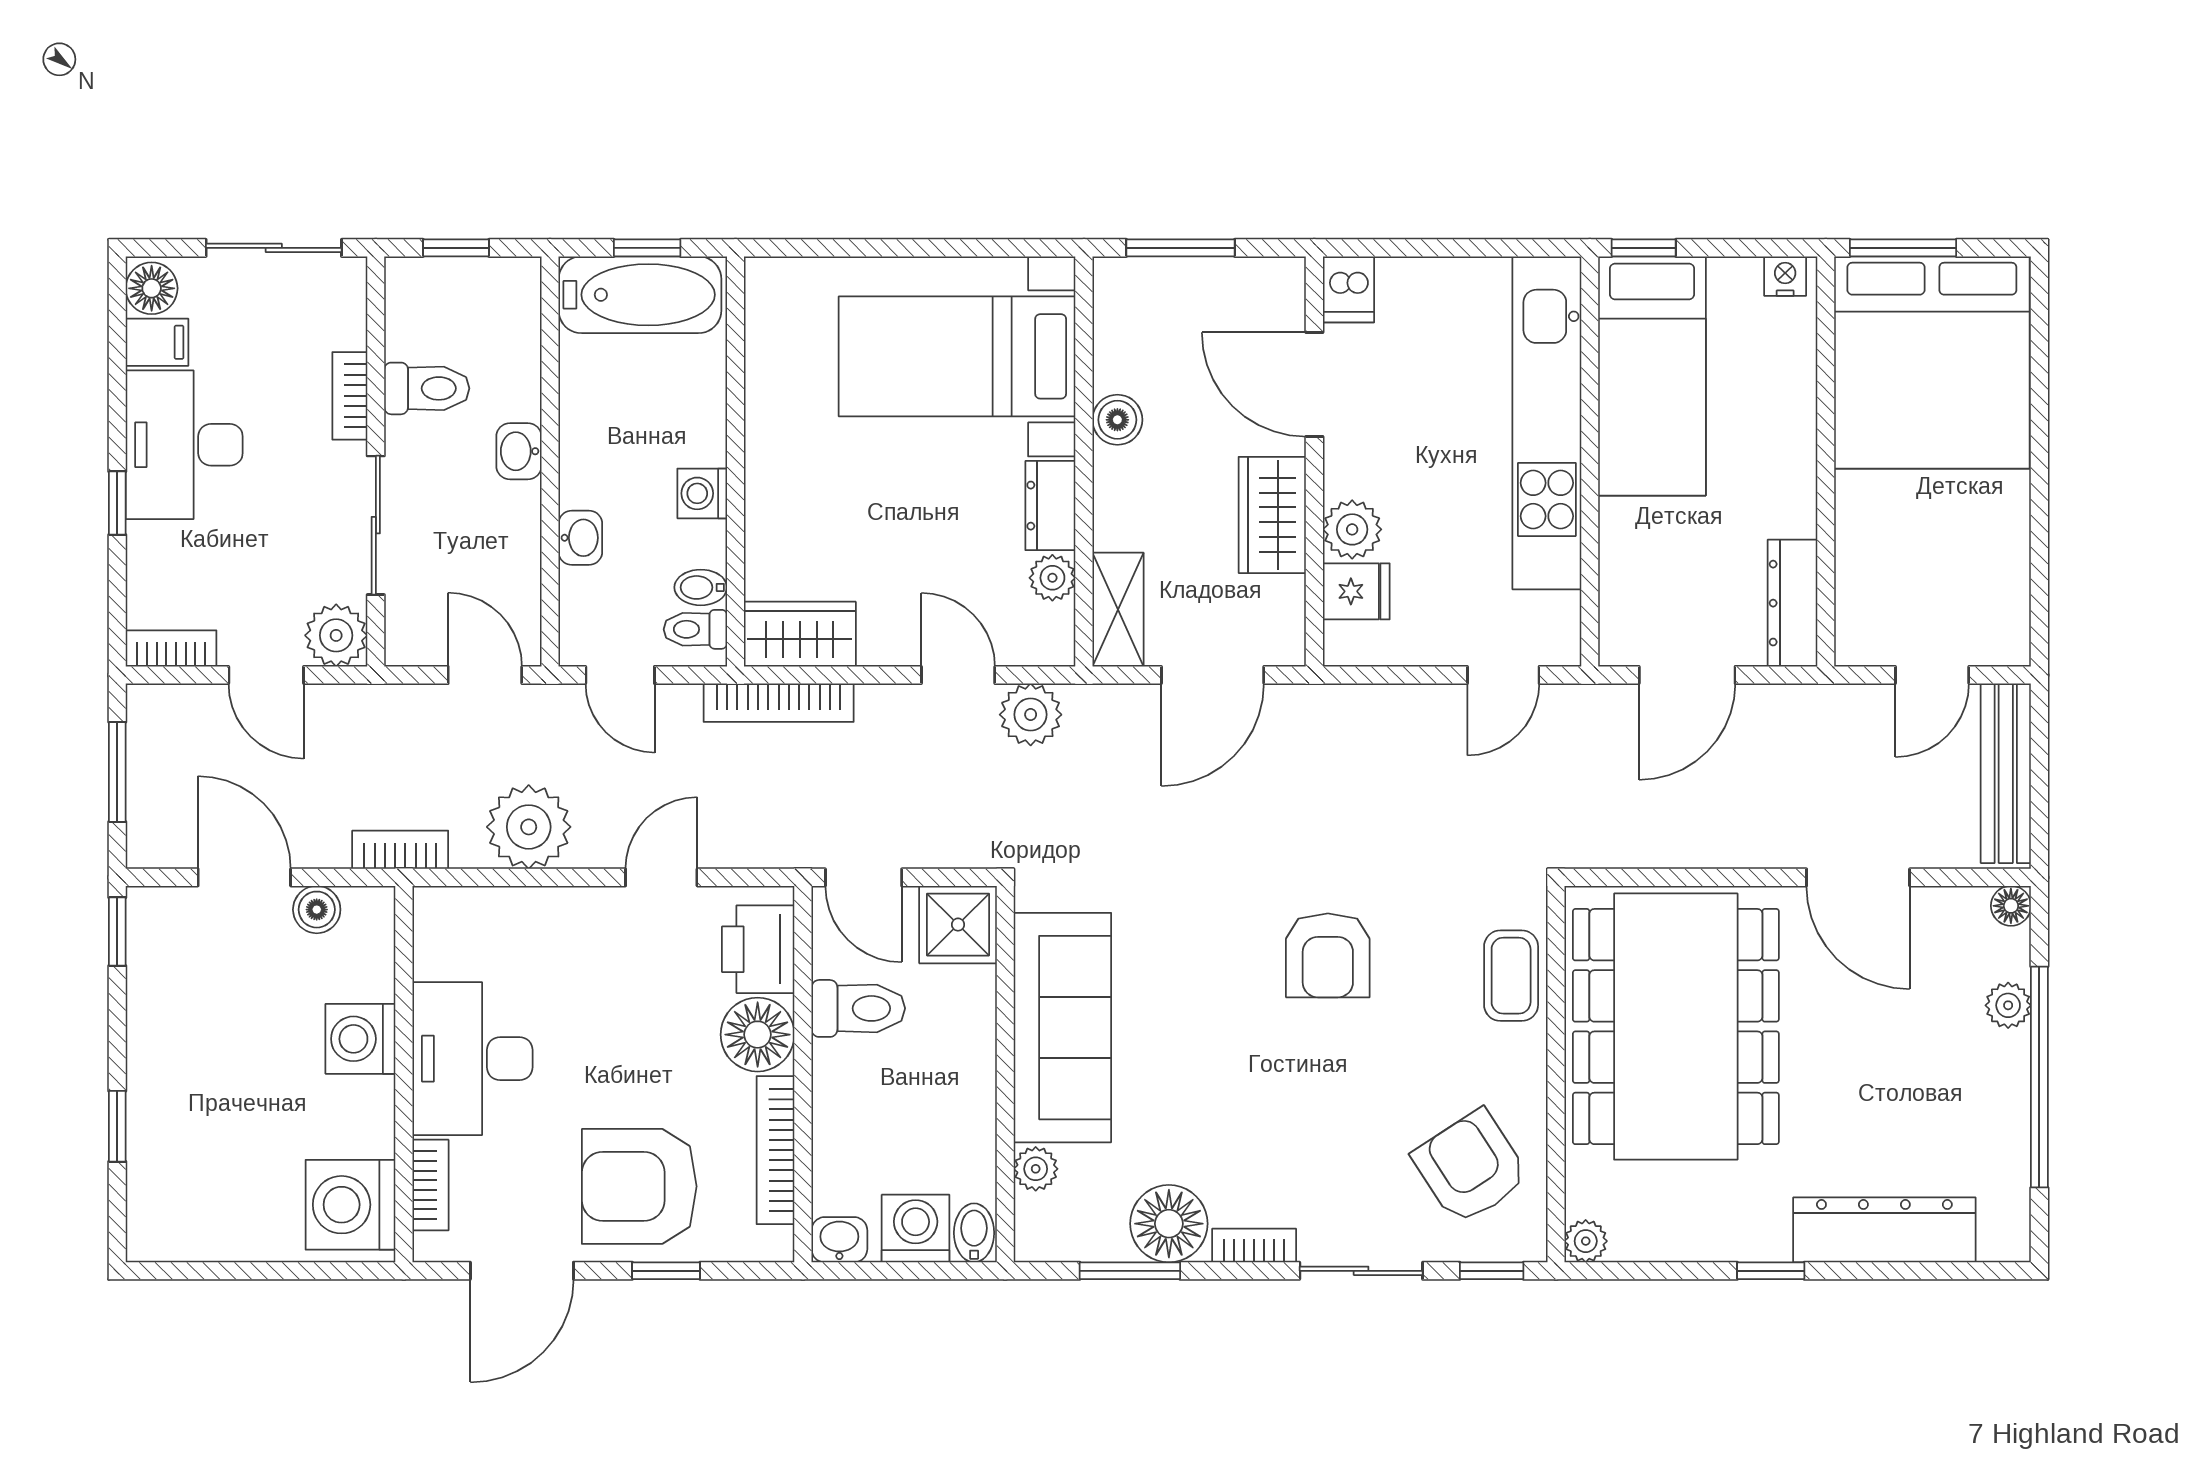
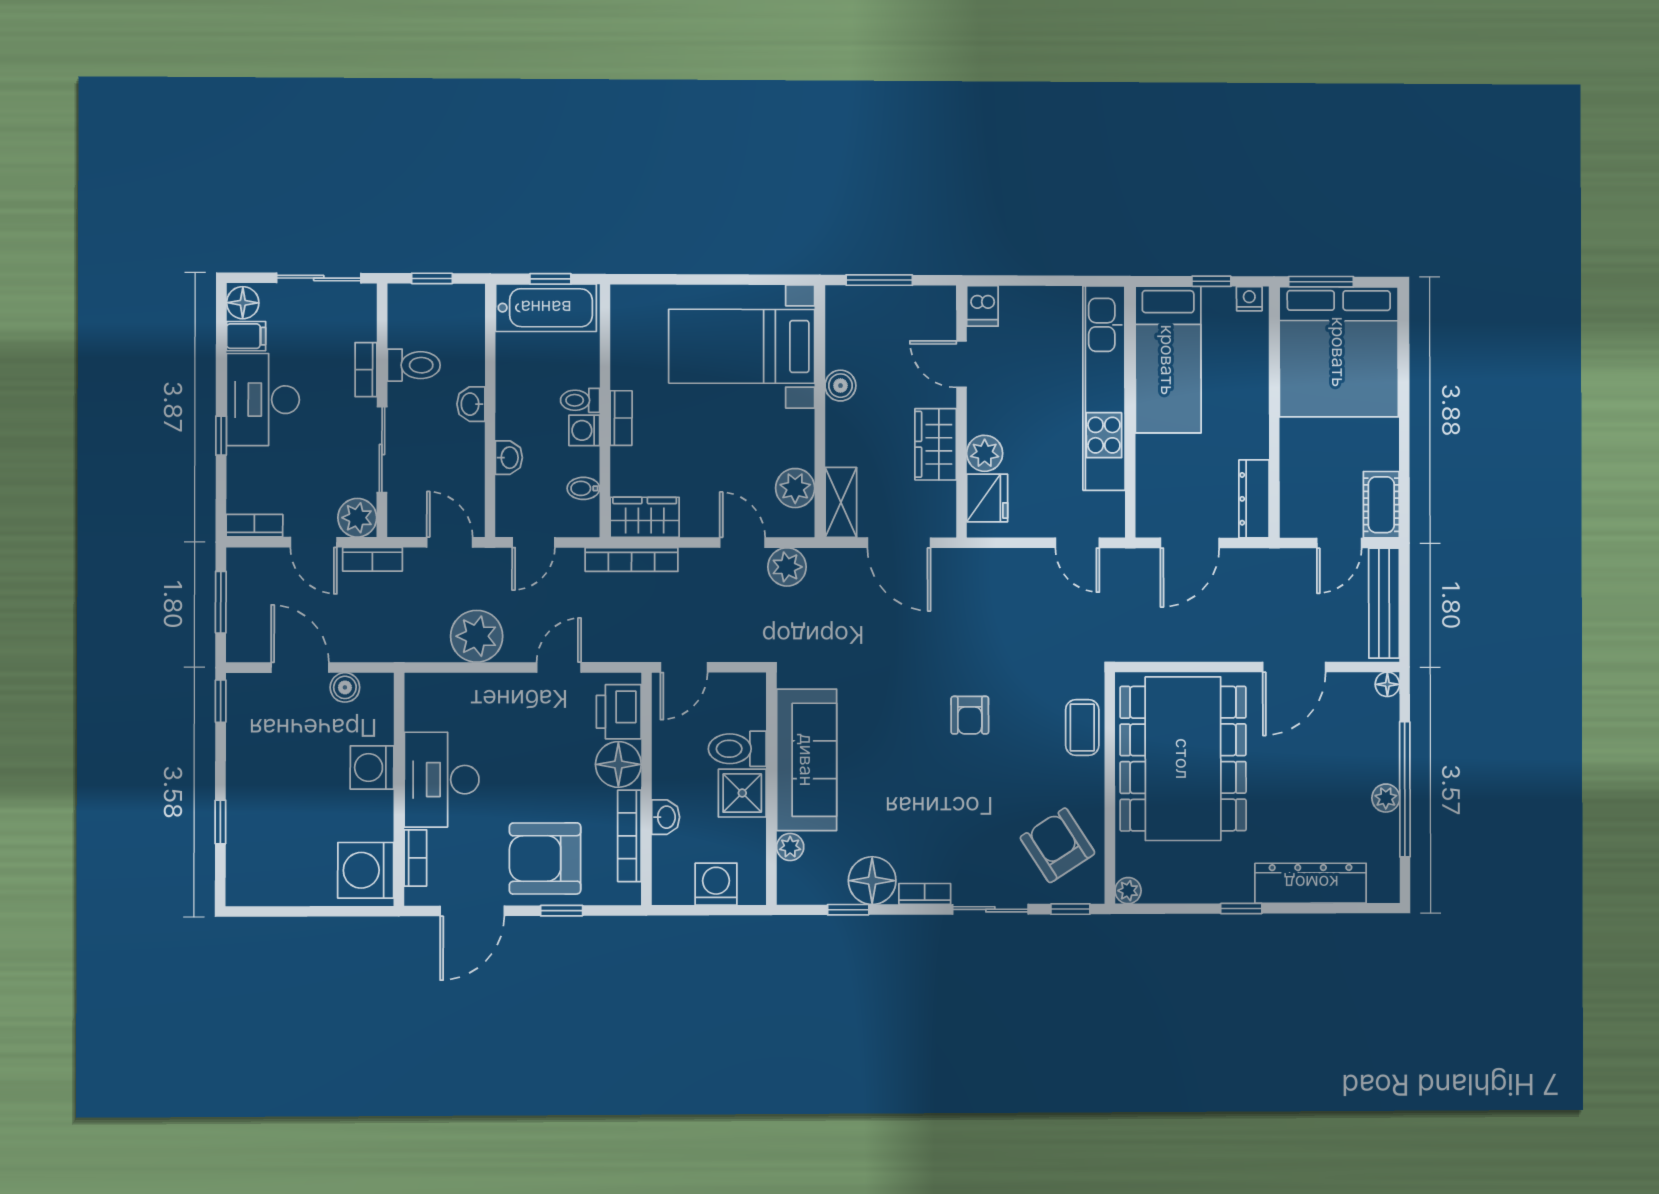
window: (1644, 248) -> (1211, 281), moved
door: (1314, 385) -> (961, 364), width x0.73
bookcase: (762, 473) -> (621, 418), added
dresser: (1050, 506) -> (799, 438), removed
plant: (1052, 578) -> (795, 488), width x1.38, depth x1.38
fridge: (1356, 591) -> (987, 498), width x1.38
cot: (2001, 612) -> (1381, 505), added
toilet: (695, 629) -> (580, 400), moved
door: (620, 675) -> (533, 542), hinge flipped
door: (1213, 675) -> (899, 543), hinge flipped
door: (1503, 675) -> (1077, 543), hinge flipped
bookcase: (400, 850) -> (372, 559), moved, turned 180
door: (864, 877) -> (684, 667), hinge flipped
door: (1858, 877) -> (1294, 667), hinge flipped
shower: (958, 925) -> (742, 793), moved
armchair: (1328, 955) -> (970, 715), width x0.72, depth x0.72
plant: (2008, 1005) -> (1386, 798), moved
toilet: (858, 1008) -> (737, 749), moved, turned 180
bidet: (974, 1233) -> (752, 887), removed
washbasin: (839, 1240) -> (666, 817), moved, turned 90
window: (1130, 1271) -> (848, 910), width x0.67

